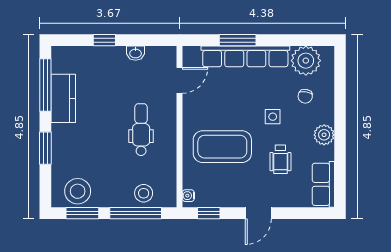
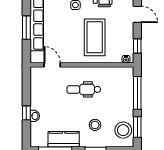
washbasin: (136, 53) -> (35, 116), moved
stool: (144, 193) -> (95, 125), moved

